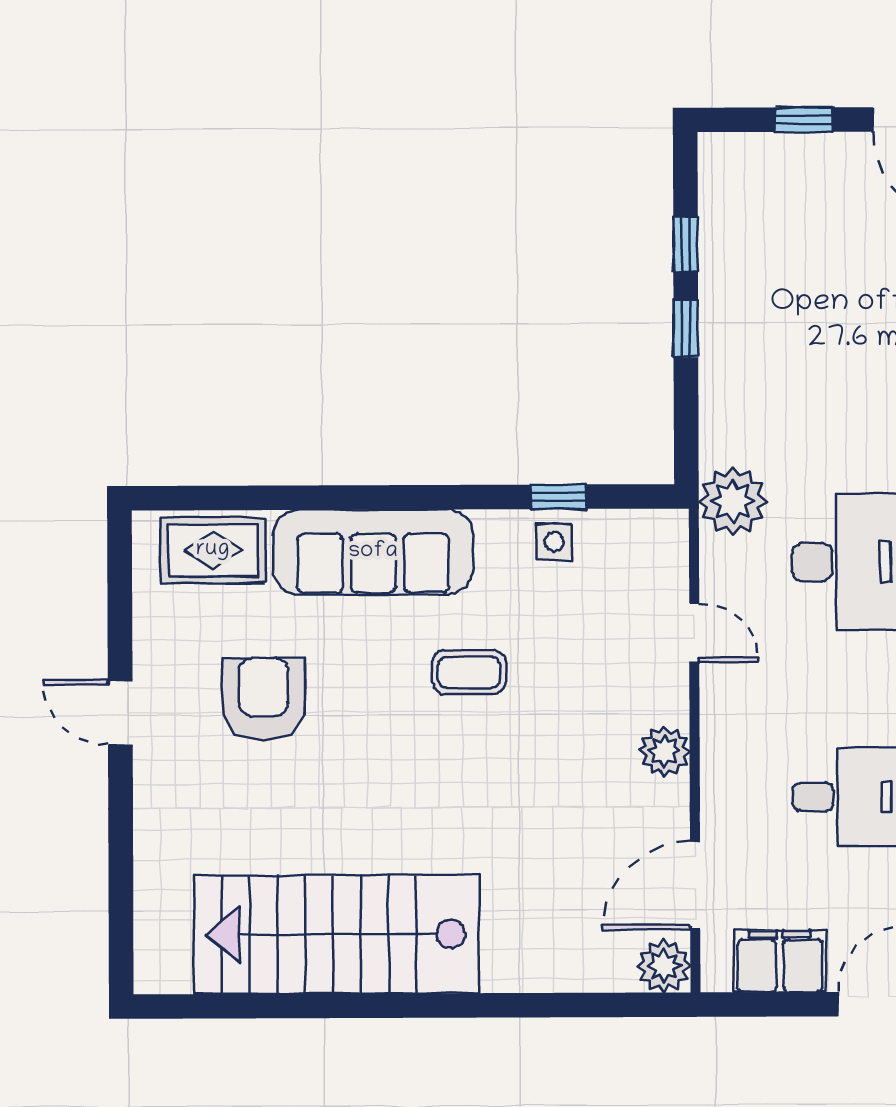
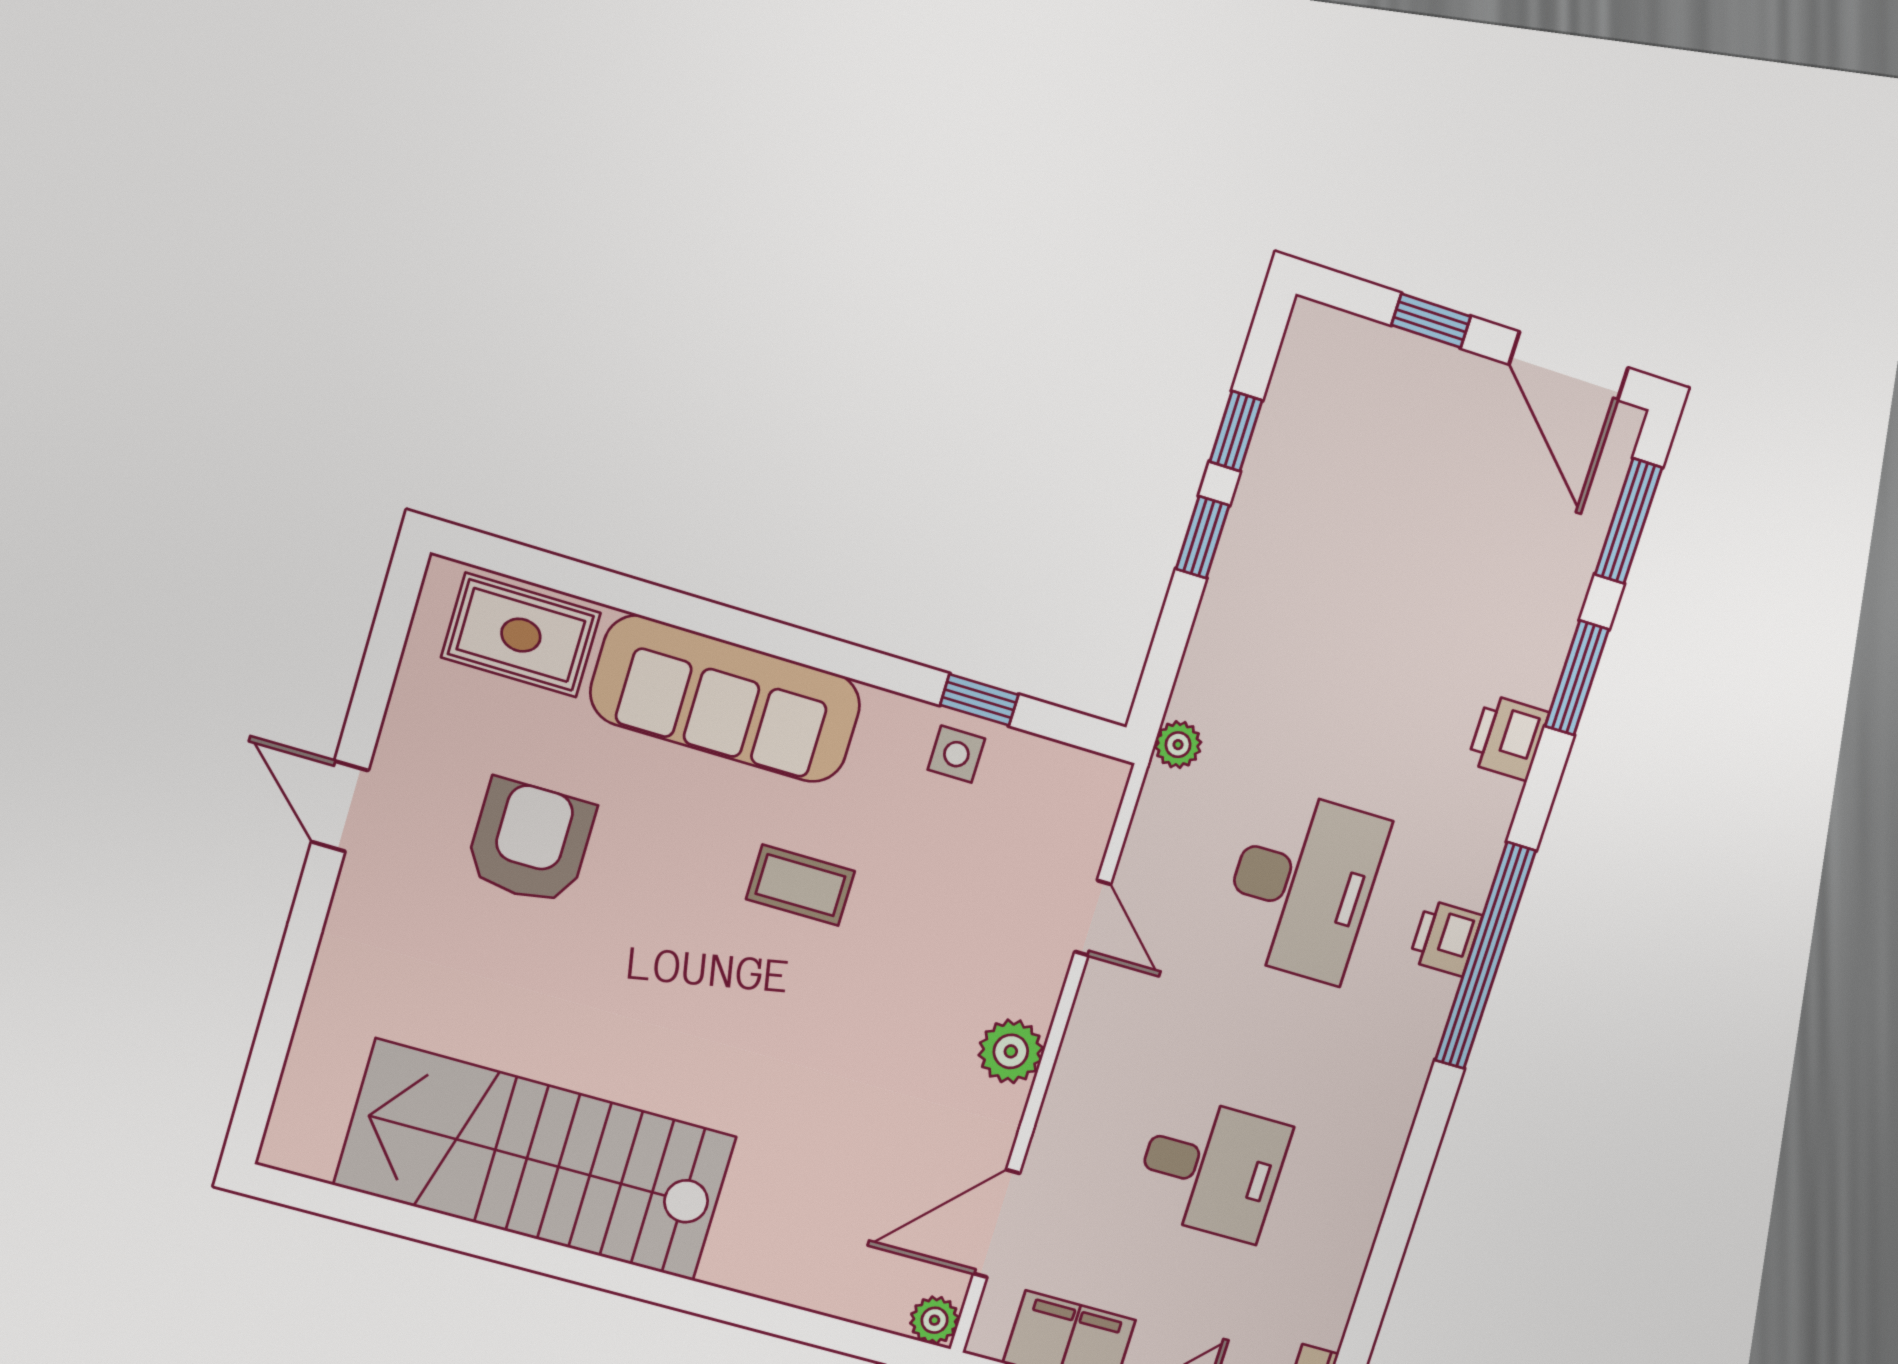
plant: (733, 501) -> (1178, 745), width x0.53, depth x0.53
plant: (664, 966) -> (935, 1320), width x0.73, depth x0.73

